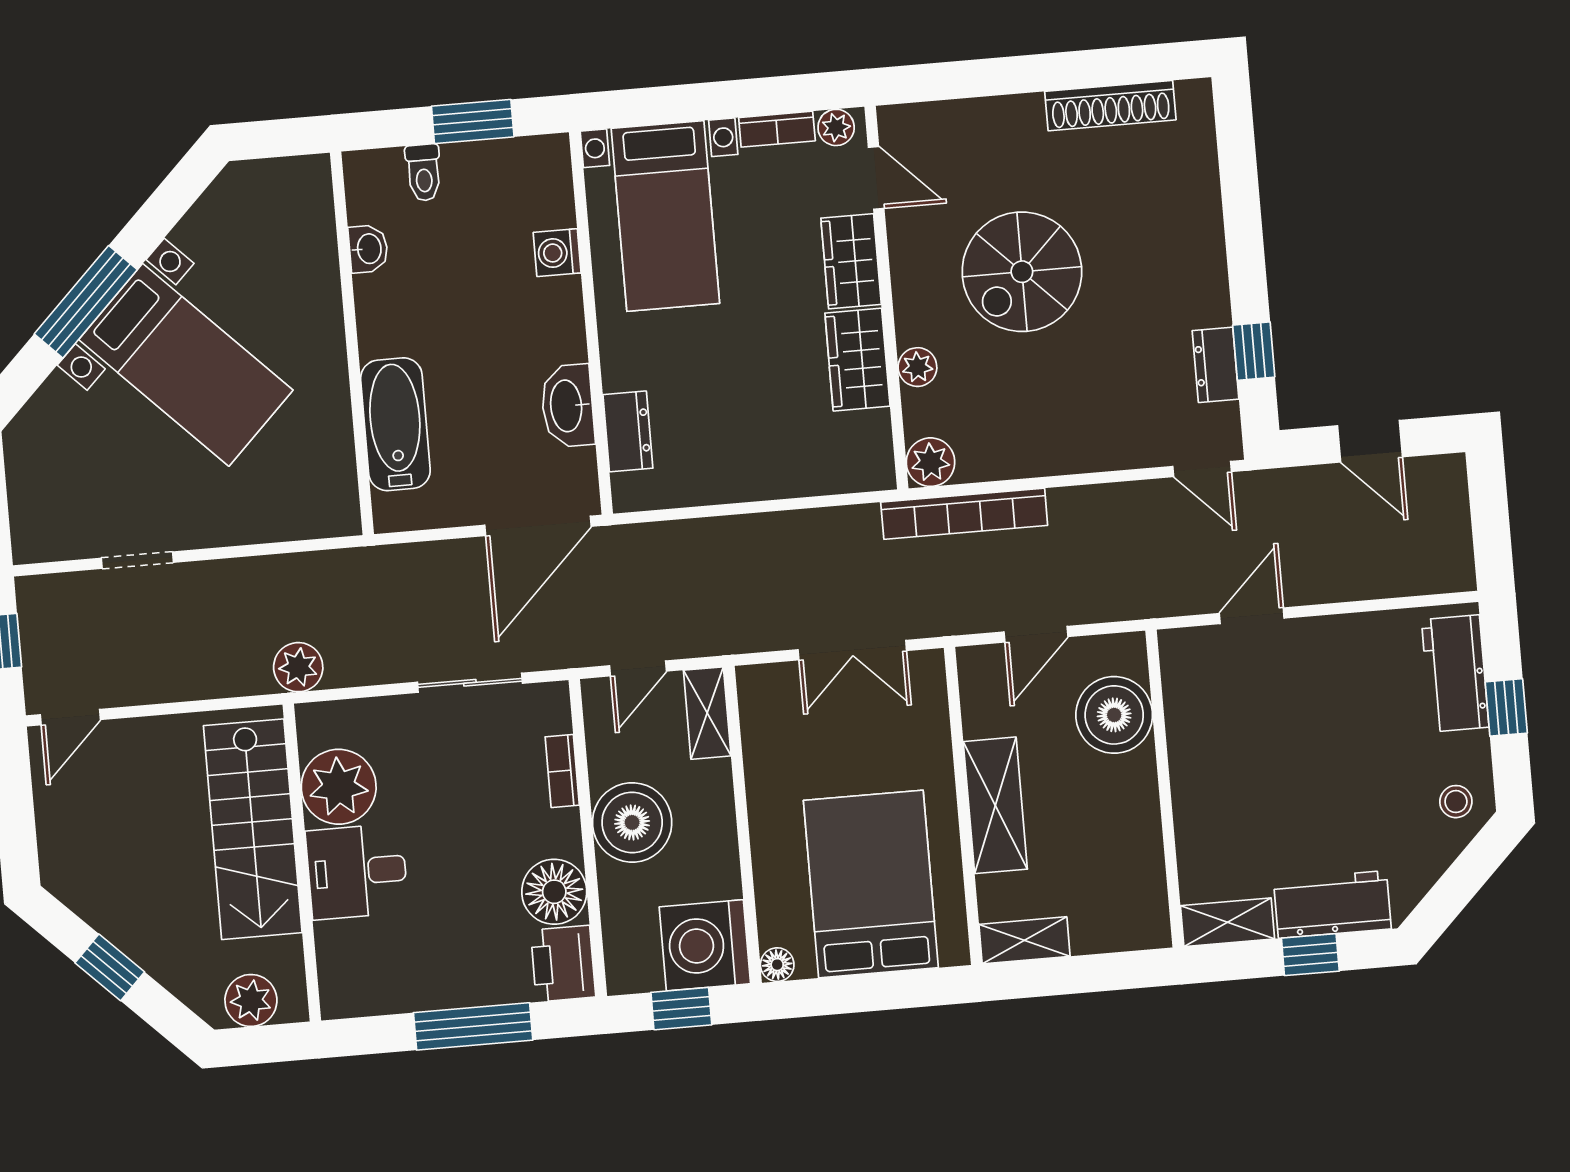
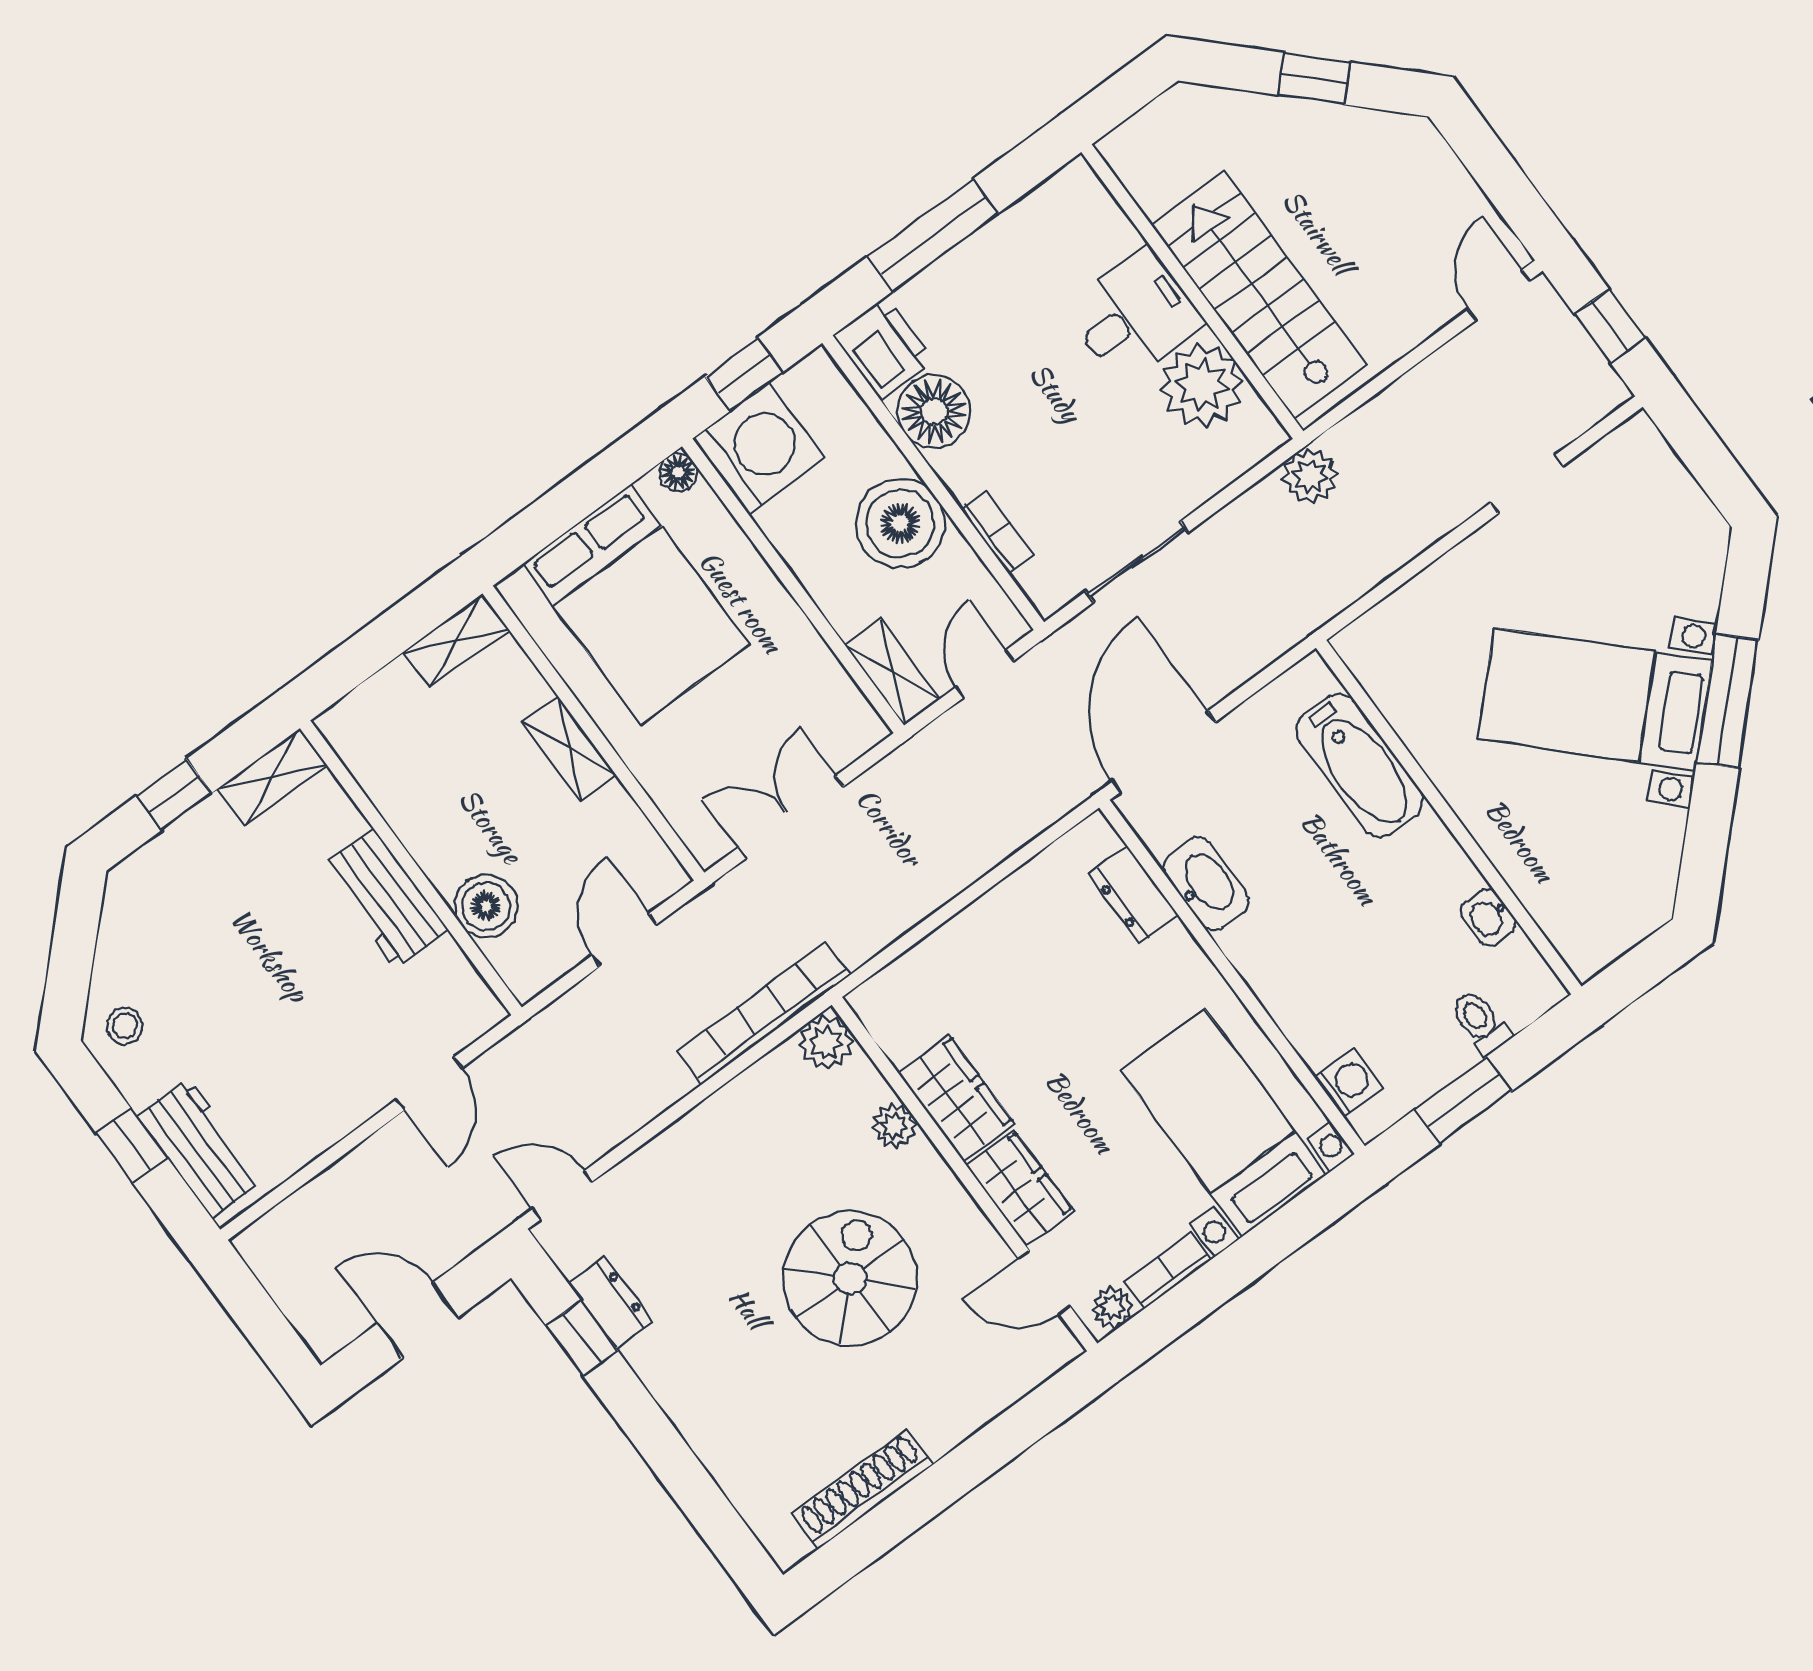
washing machine: (557, 253) -> (1348, 1082), moved
boiler: (1114, 715) -> (486, 906), width x0.73, depth x0.73
shelving: (995, 805) -> (569, 748), width x0.67, depth x0.75
workbench: (1332, 904) -> (385, 898), moved, turned 90
plant: (251, 1000) -> (1160, 130), removed

